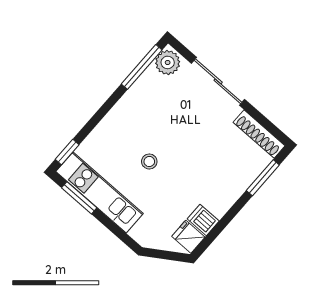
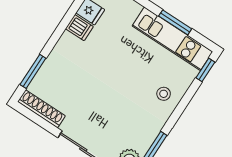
stool: (149, 161) -> (164, 94), moved
window: (79, 198) -> (175, 22), moved

